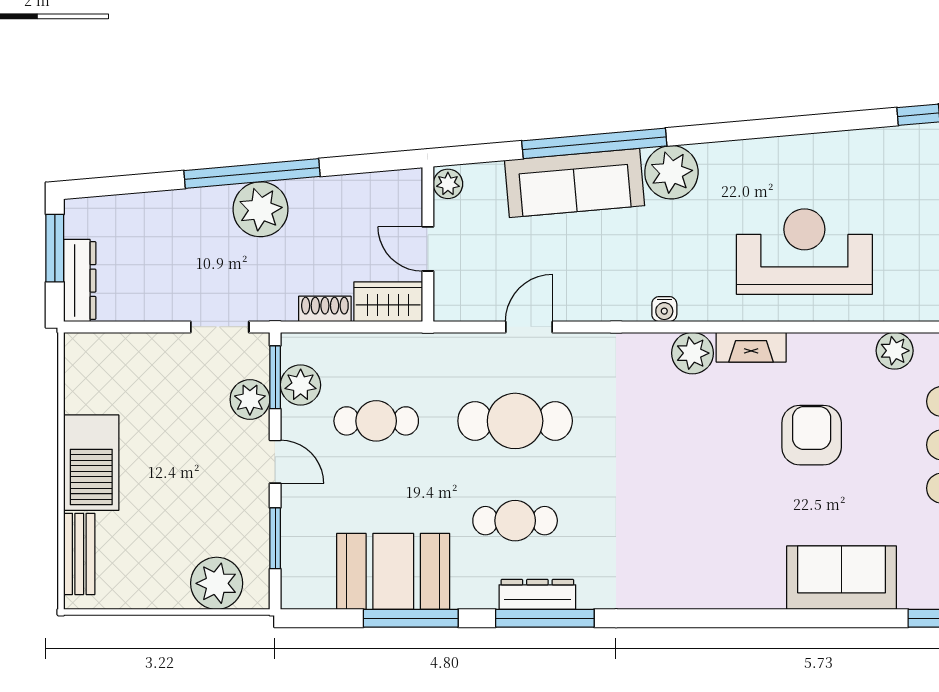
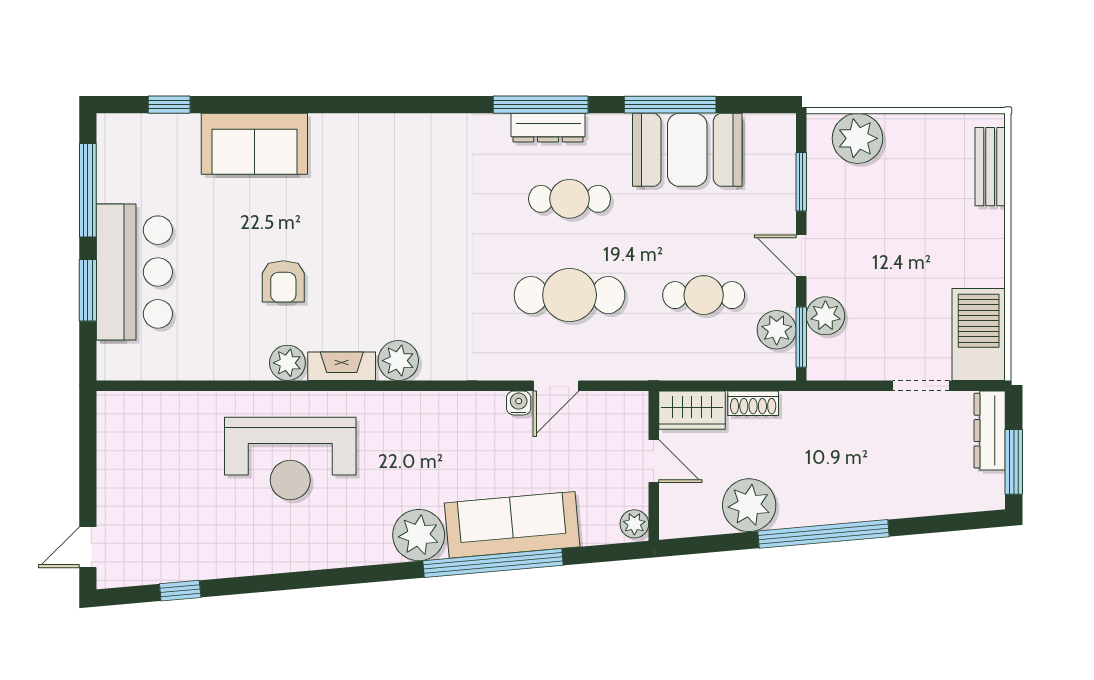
plant: (261, 209) -> (749, 505), moved
water cooler: (664, 309) -> (519, 403), moved
doorway: (220, 327) -> (921, 386), moved
plant: (895, 351) -> (287, 363), moved
armchair: (812, 435) -> (283, 281), width x0.72, depth x0.72
barbecue: (91, 463) -> (979, 335), moved

